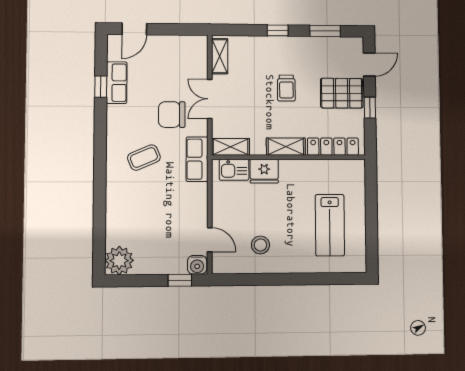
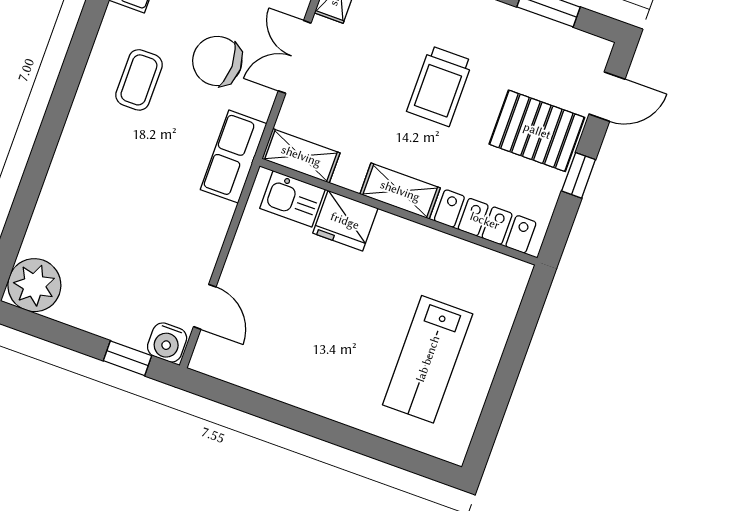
trolley: (286, 88) -> (440, 86), width x1.36, depth x1.39
coffee table: (144, 158) -> (139, 80), moved, turned -67
stool: (260, 245) -> (291, 349), removed

